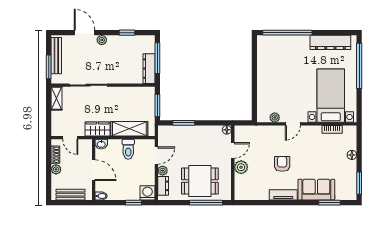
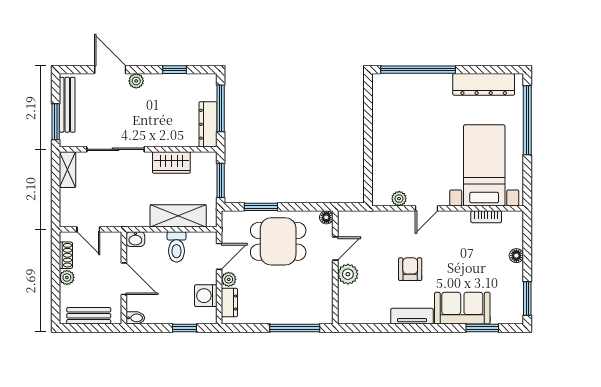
wardrobe: (98, 129) -> (171, 162), moved, turned 180
dining table: (200, 181) -> (278, 241), moved
washing machine: (147, 193) -> (206, 296), moved, turned -90

